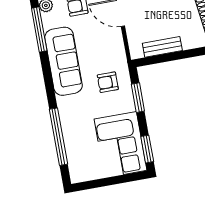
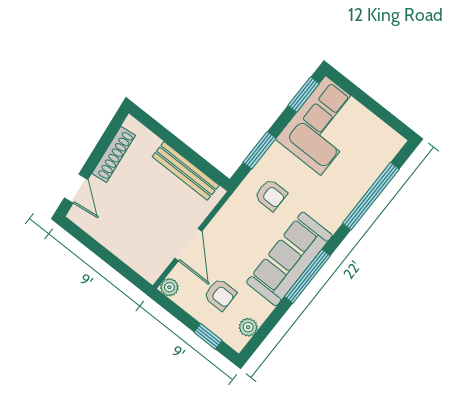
window: (39, 29) -> (307, 276), moved
bench: (162, 47) -> (186, 171), width x1.36

